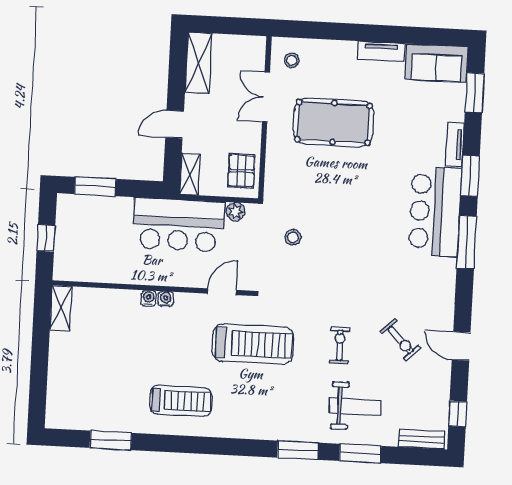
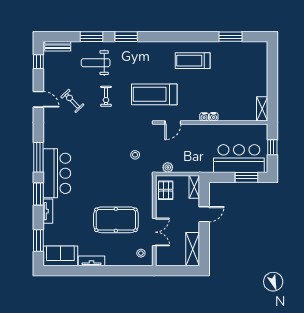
bar counter: (179, 225) -> (239, 159), moved

